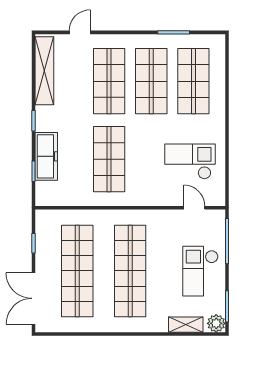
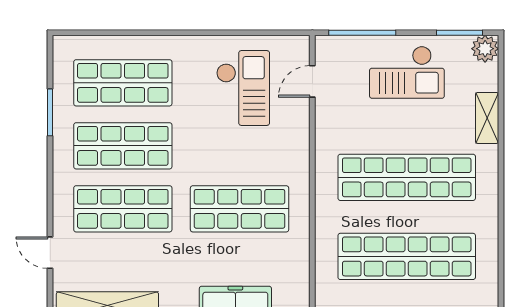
checkout: (190, 161) -> (243, 88), turned 180
shelving: (186, 325) -> (487, 118), moved

